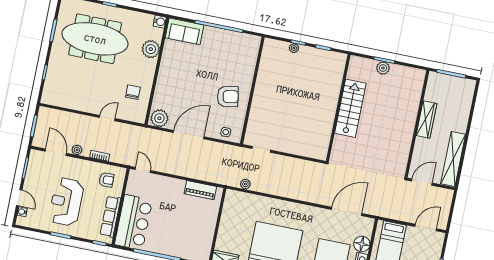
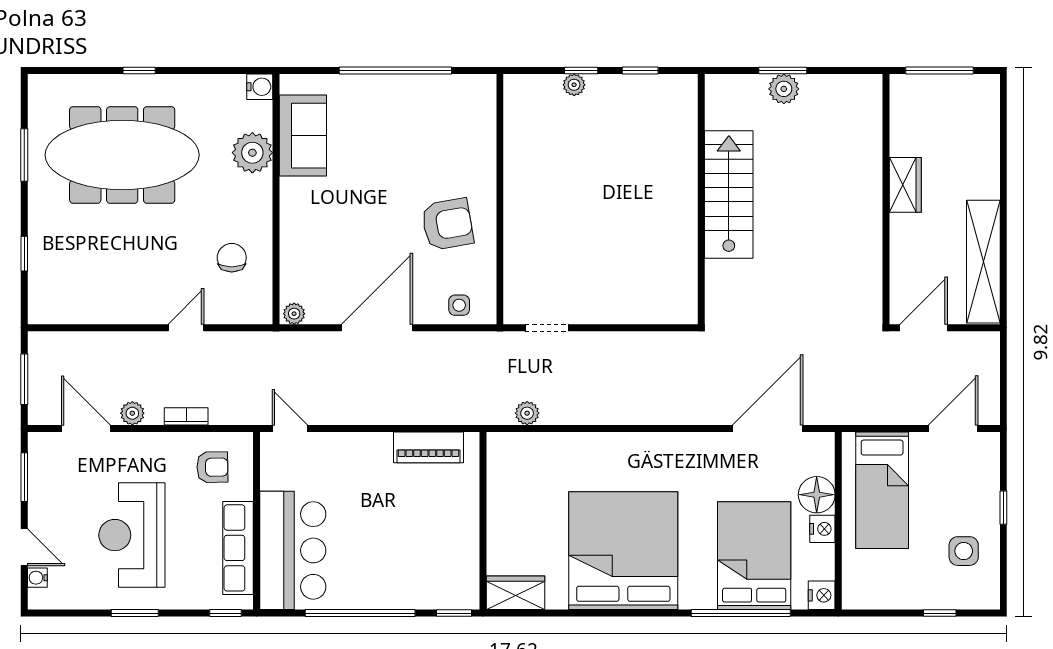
sofa: (184, 31) -> (303, 136), moved, turned -90
plant: (159, 118) -> (294, 314), width x0.53, depth x0.53
wardrobe: (426, 119) -> (905, 185), width x0.67

